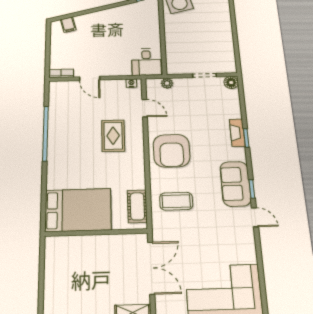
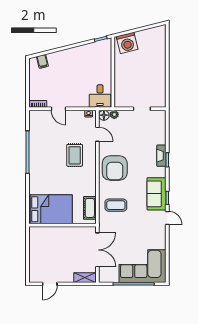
floor lamp: (231, 83) -> (104, 115), moved

